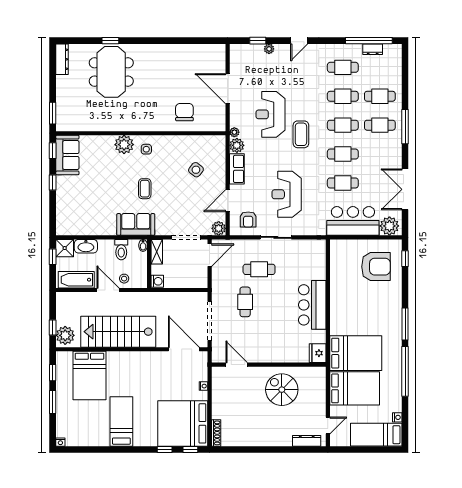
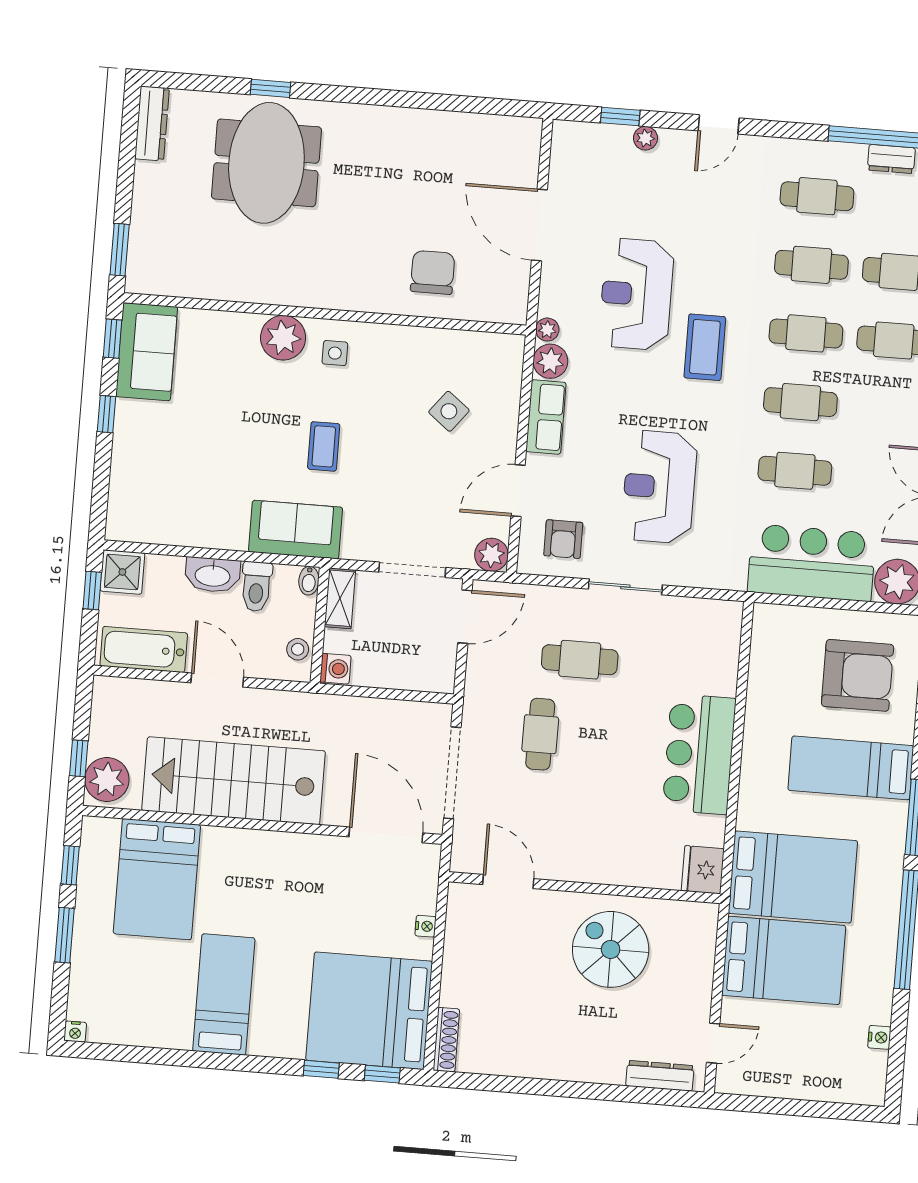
washbasin: (86, 246) -> (213, 575), moved
stool: (124, 279) -> (298, 649), moved
bed: (376, 435) -> (851, 768), moved

